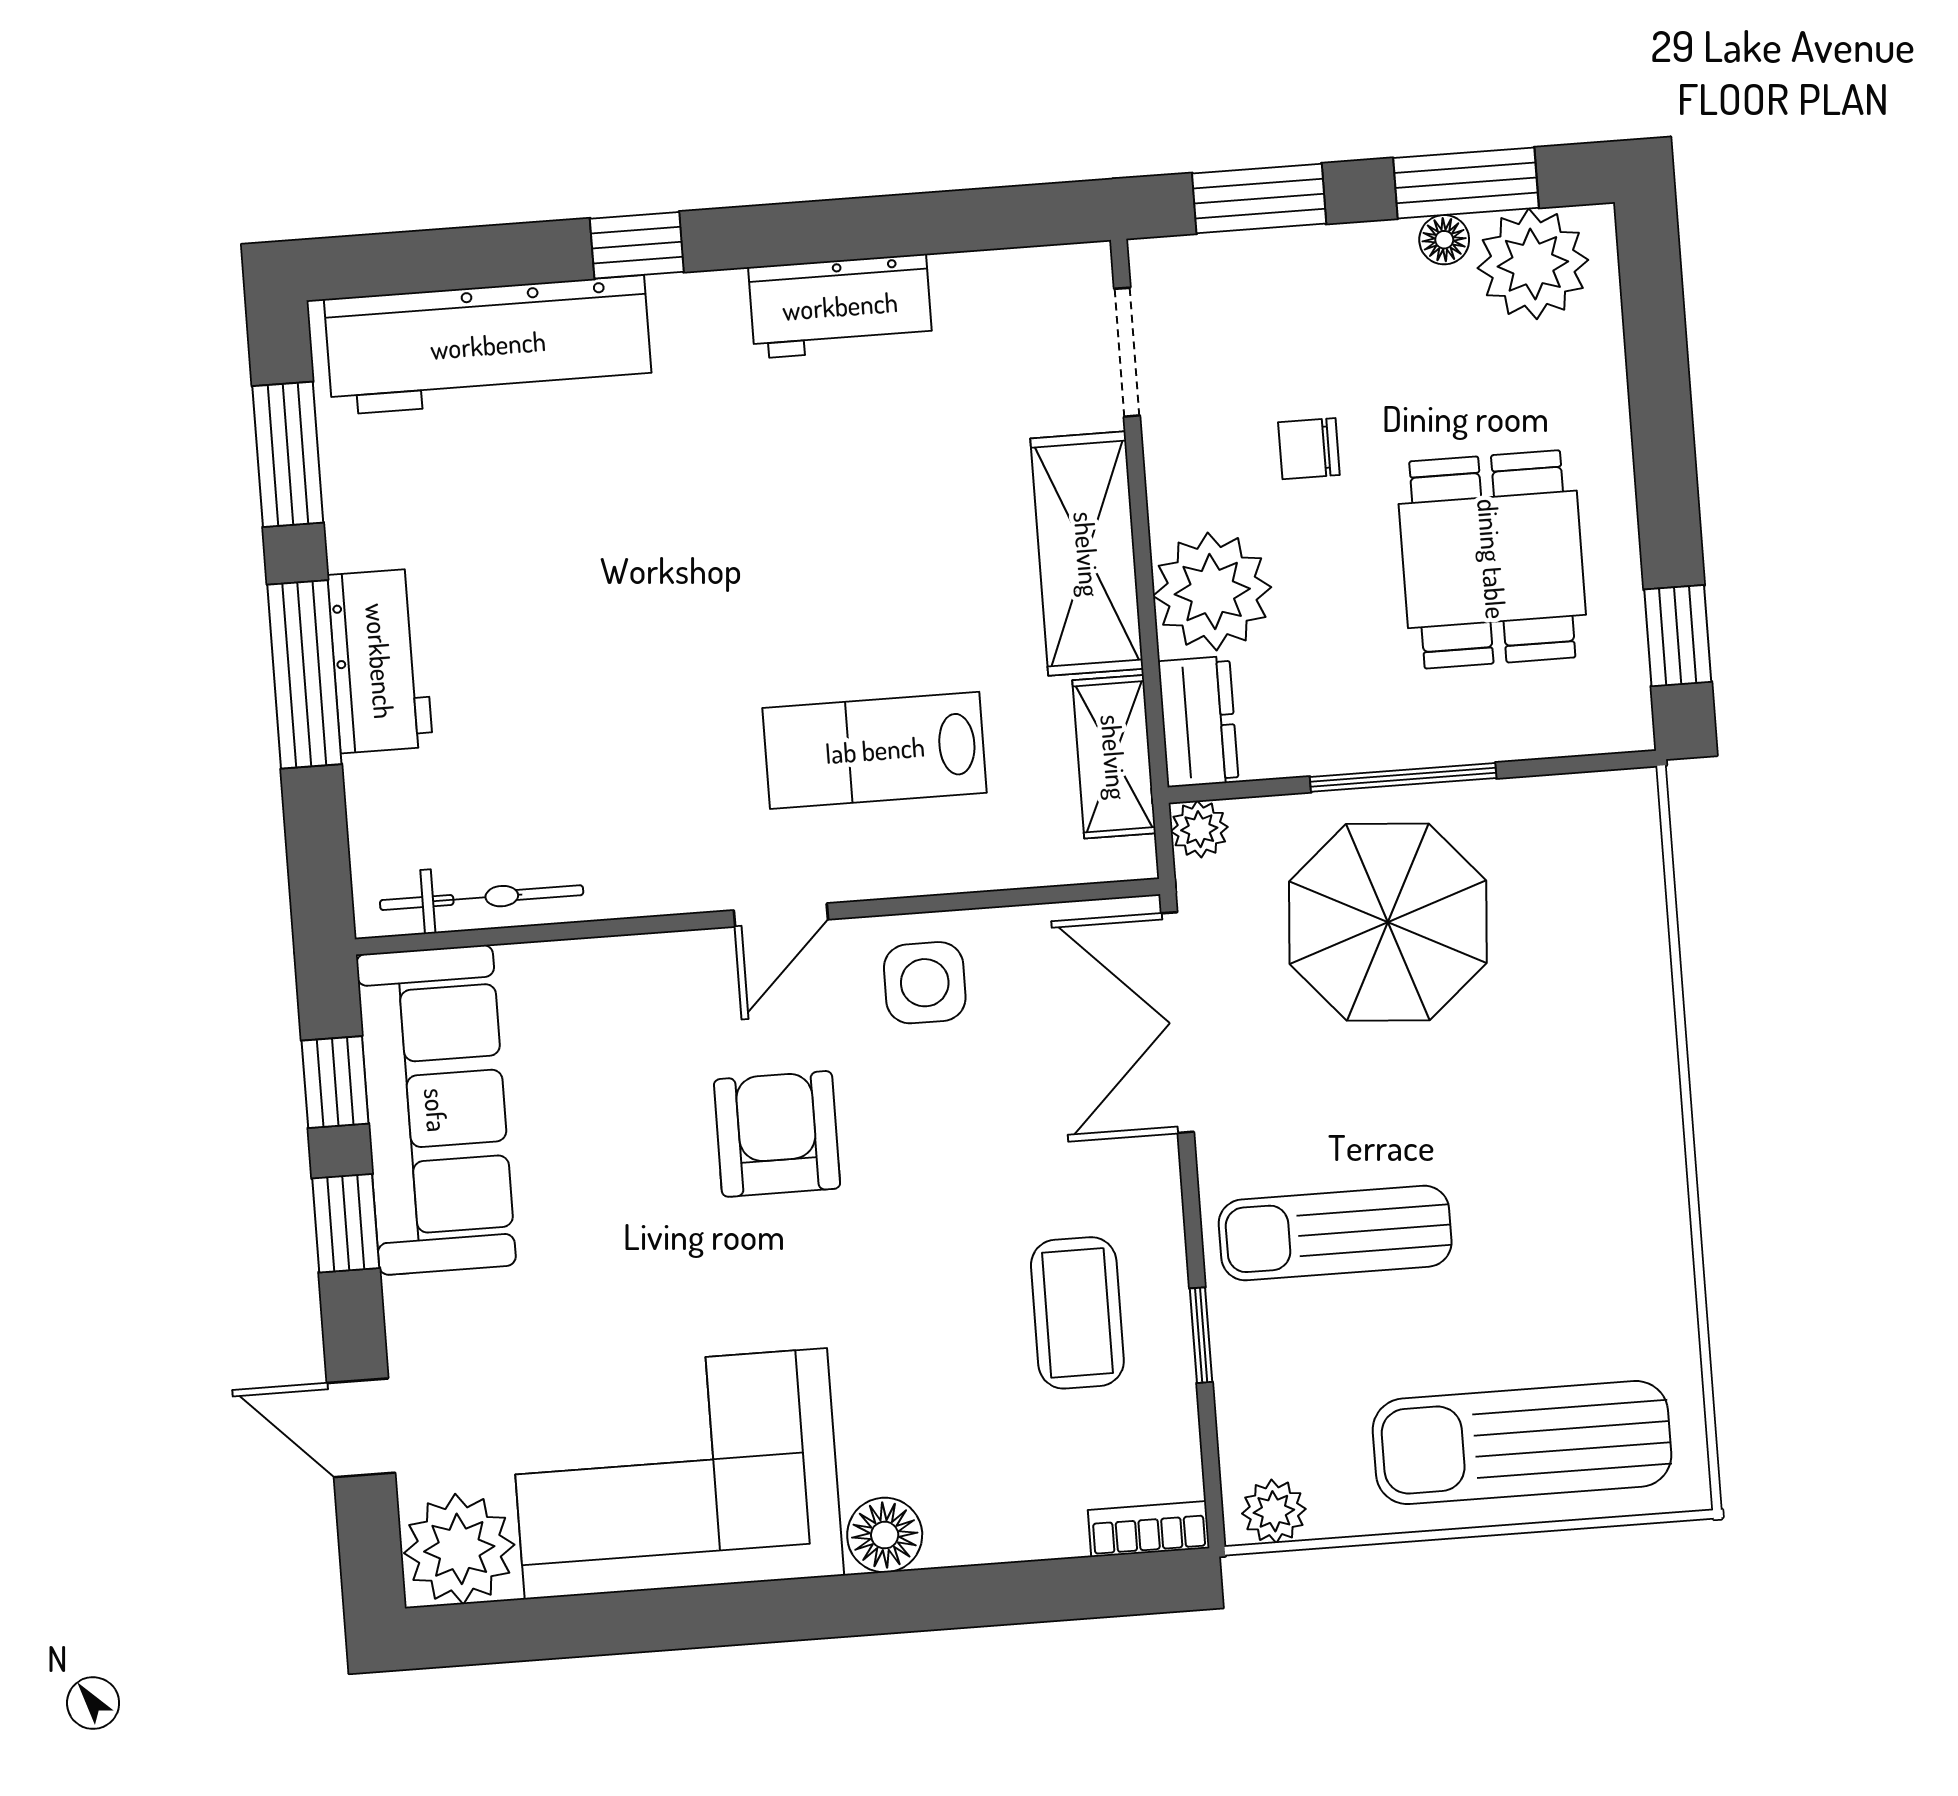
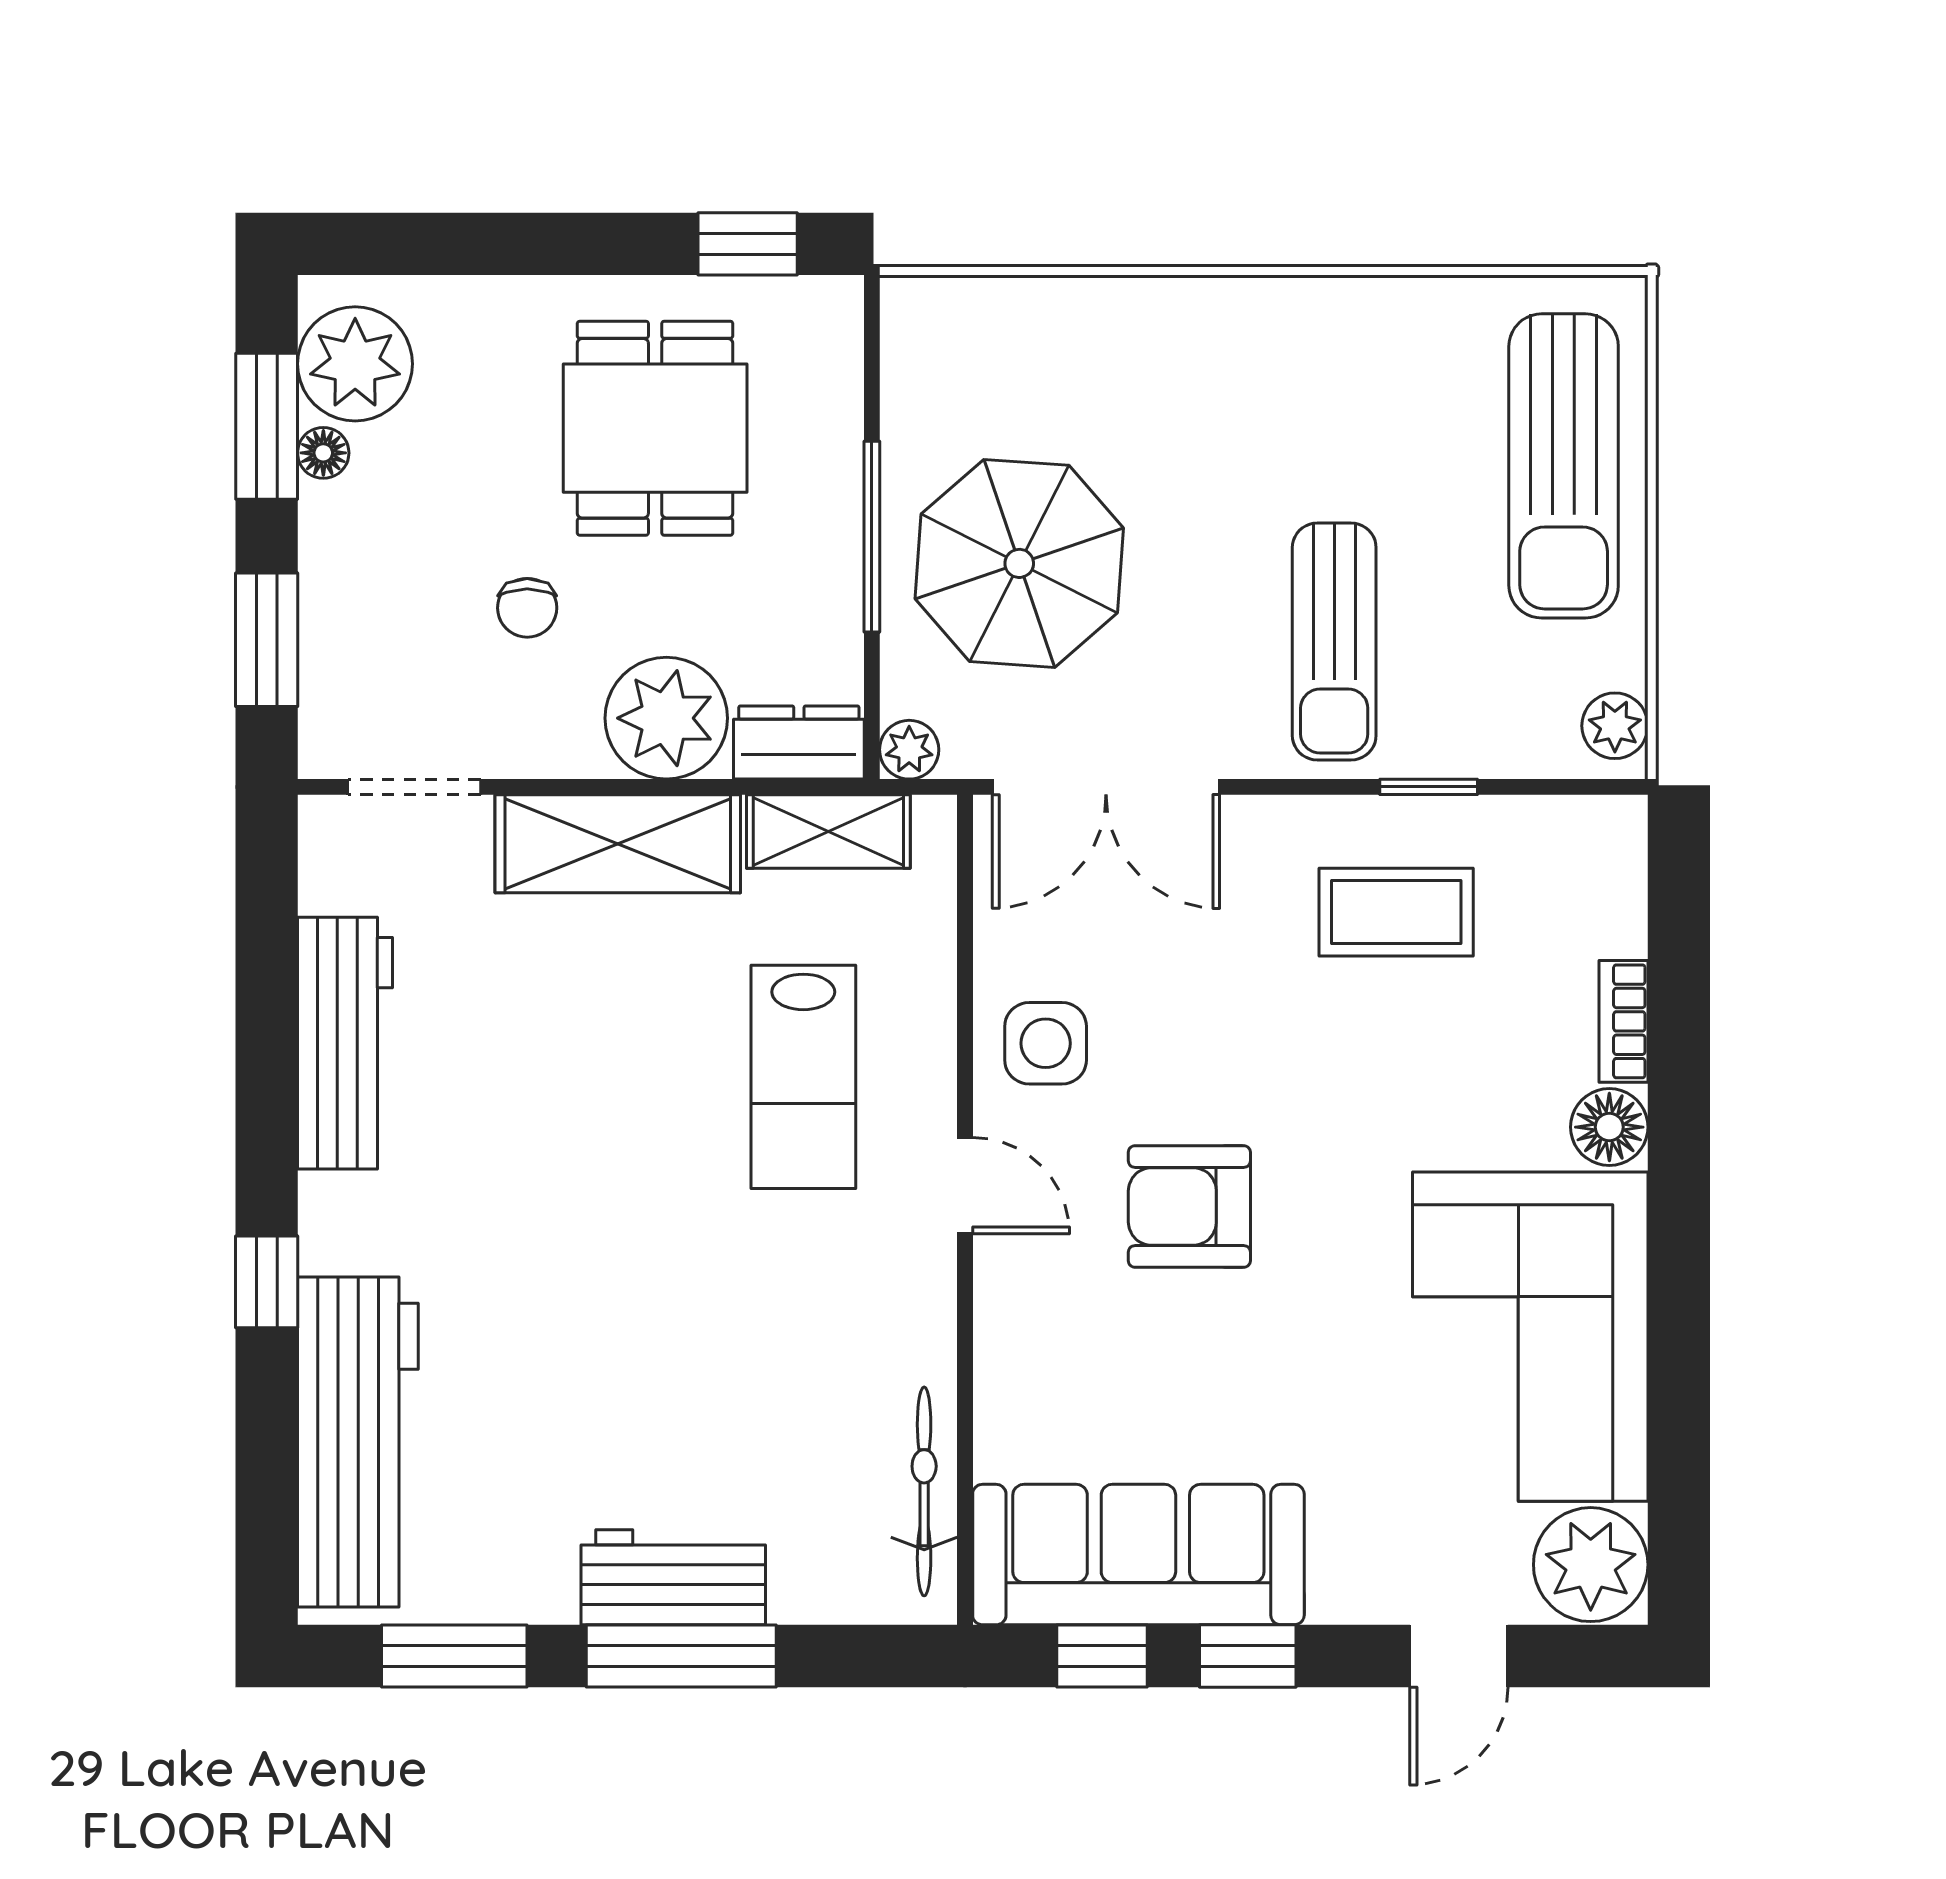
workbench: (840, 306) -> (345, 1043), width x1.38
dining table: (1492, 559) -> (655, 428), turned 90
bookcase: (1149, 1529) -> (1623, 1021), moved

